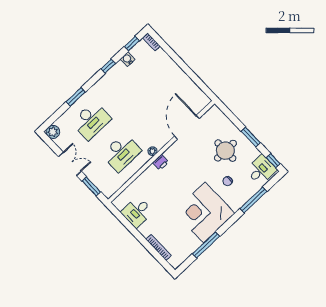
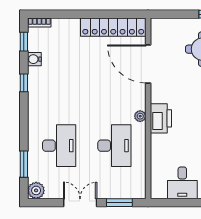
locker: (189, 87) -> (113, 27), added
window: (76, 97) -> (24, 164), moved
printer: (161, 162) -> (161, 118), width x1.87, depth x1.48

